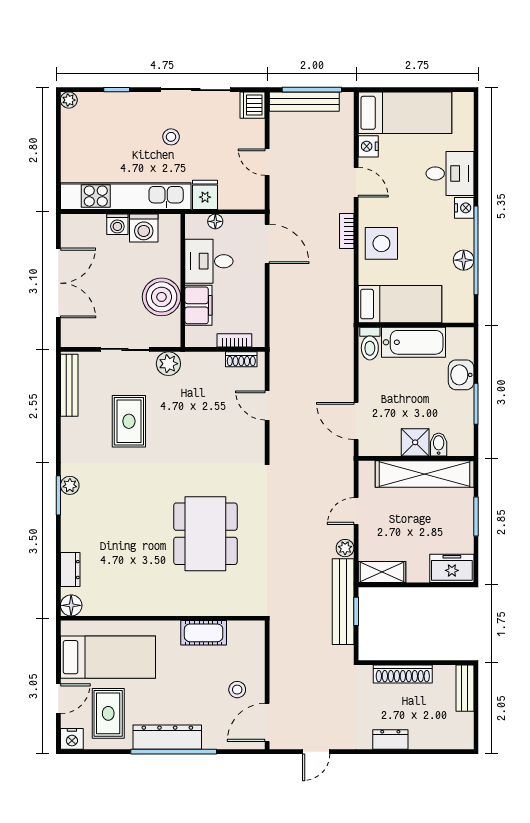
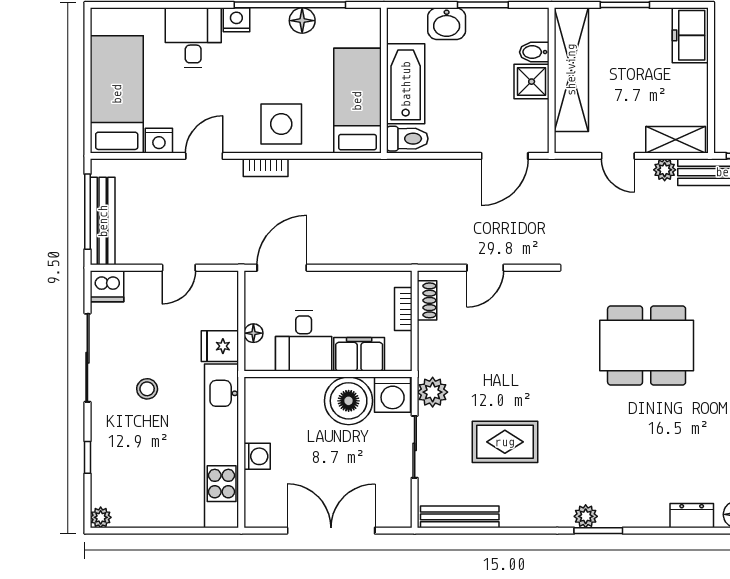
washing machine: (144, 228) -> (393, 395), moved, turned 90
shelving: (382, 572) -> (676, 140), moved, turned 90

